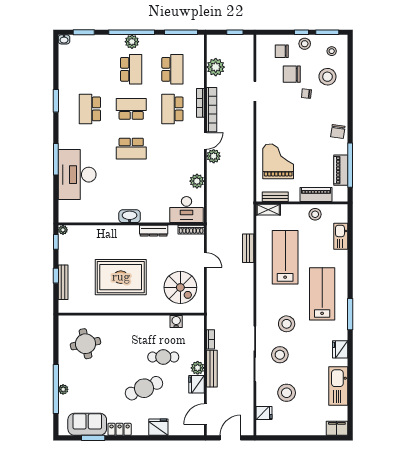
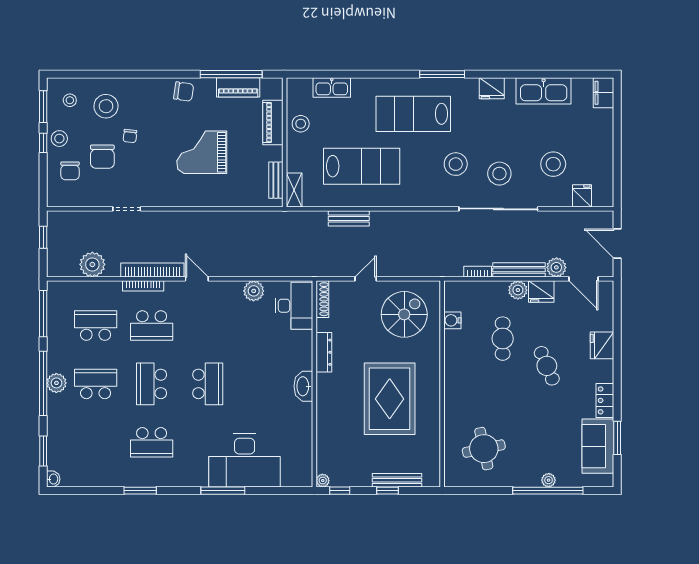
plant: (214, 156) -> (556, 267), moved
grand piano: (278, 161) -> (202, 152), moved
lab bench: (285, 257) -> (362, 166), turned 180
cafe table: (144, 388) -> (547, 366), width x0.73, depth x0.74

